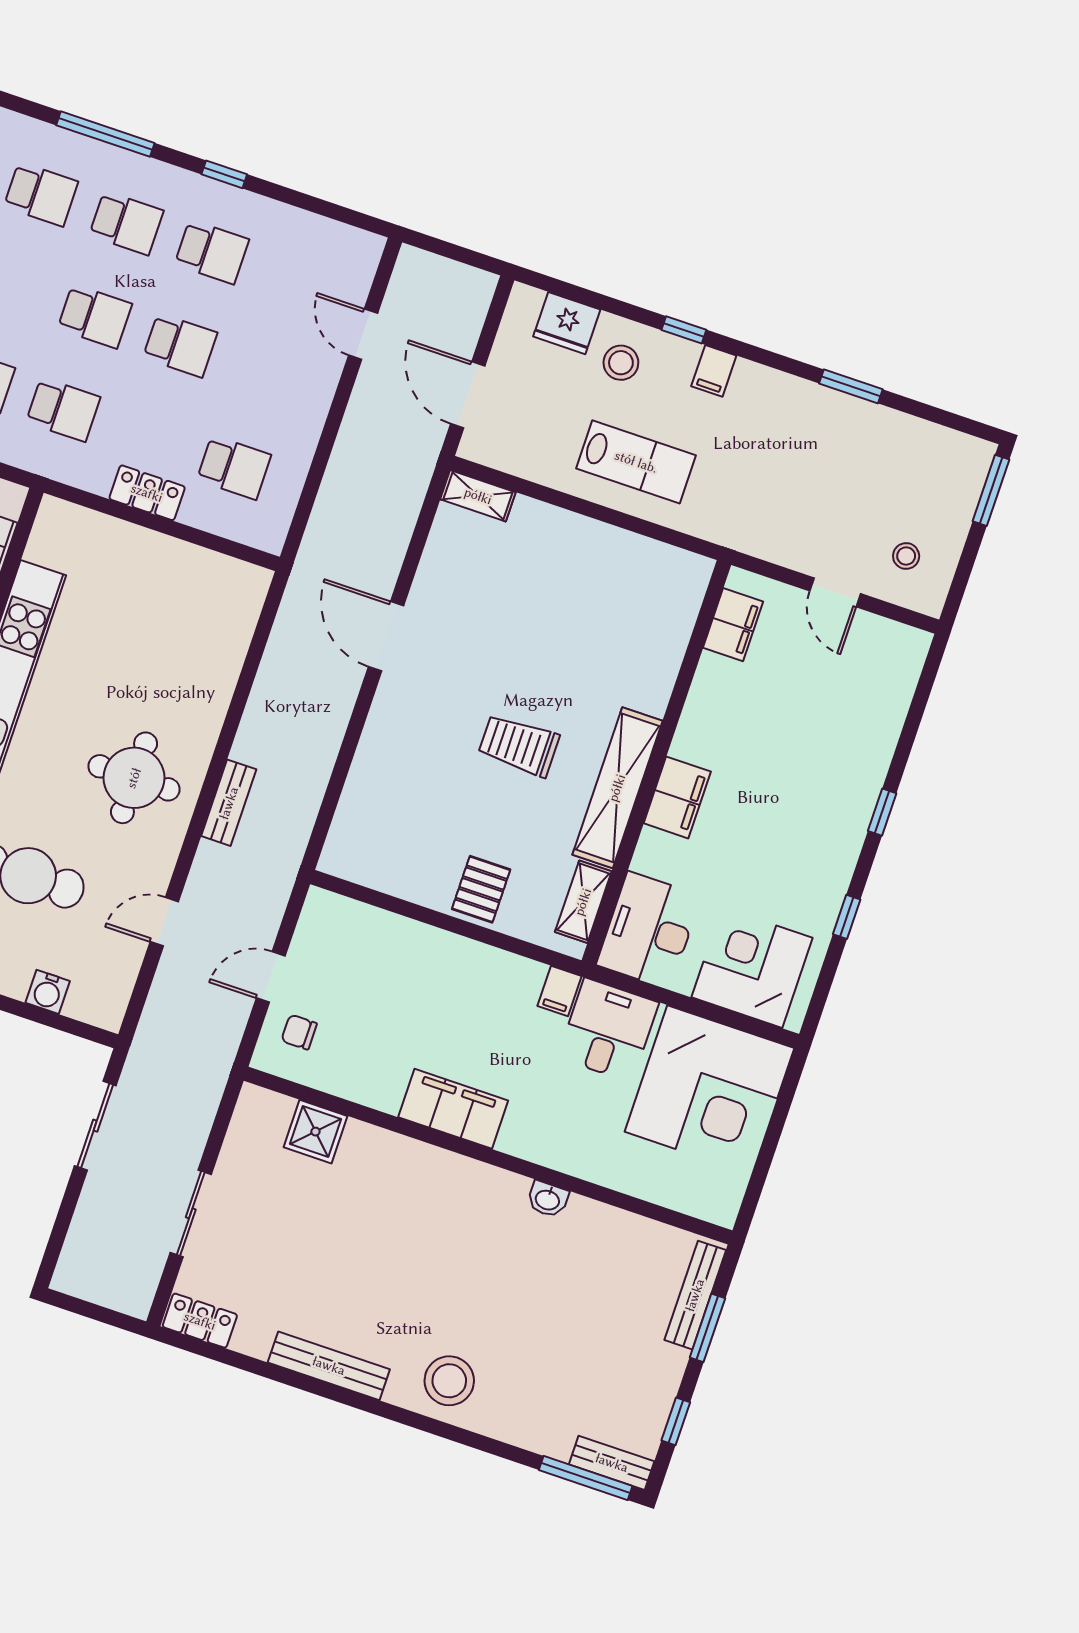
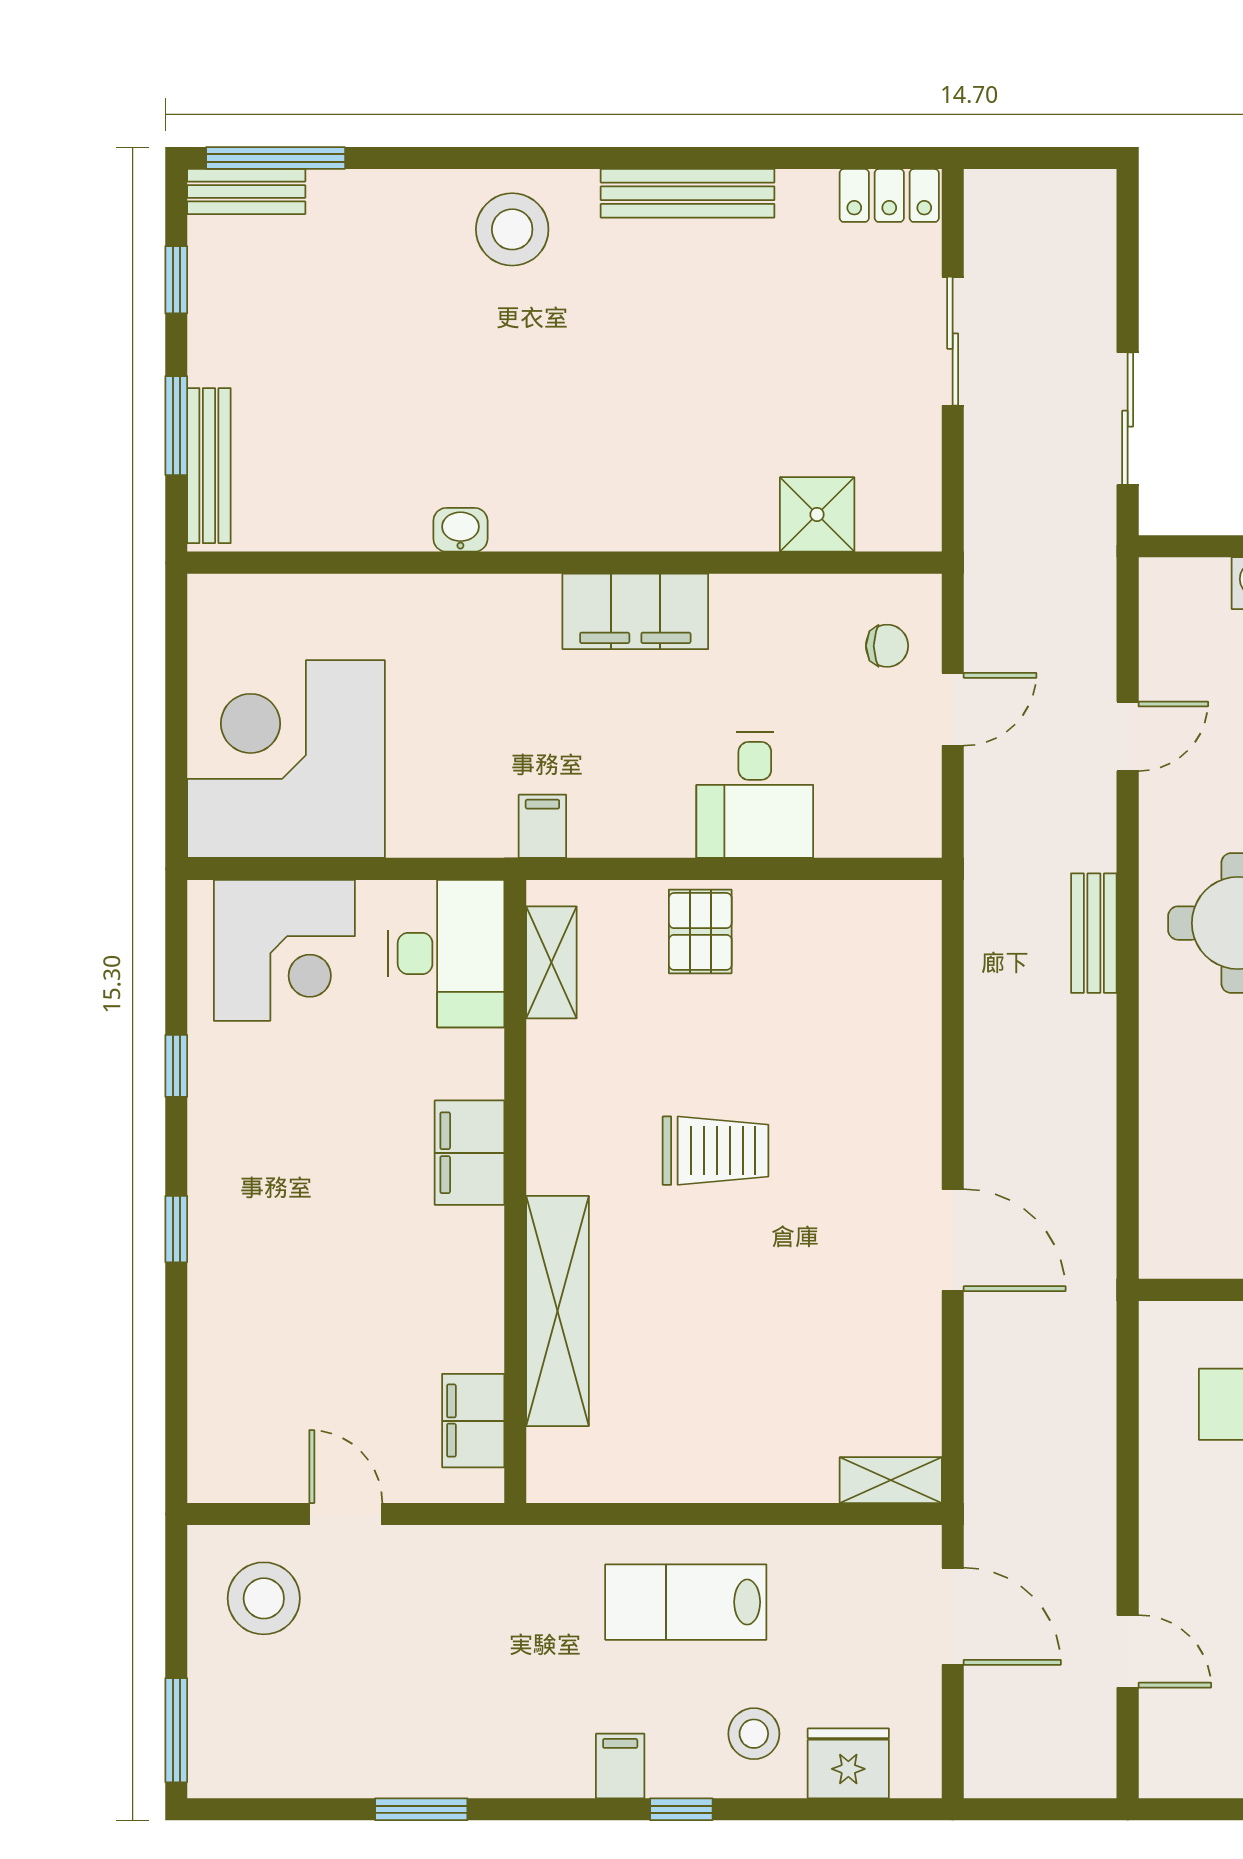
stool: (906, 556) -> (264, 1598), width x1.89, depth x1.89
shelving: (617, 788) -> (558, 1311), moved
desk: (608, 1030) -> (755, 795), moved

